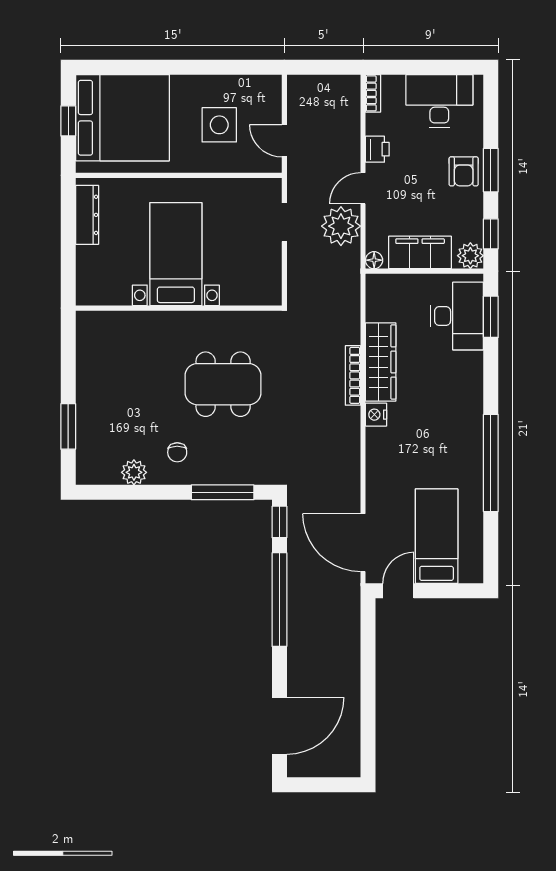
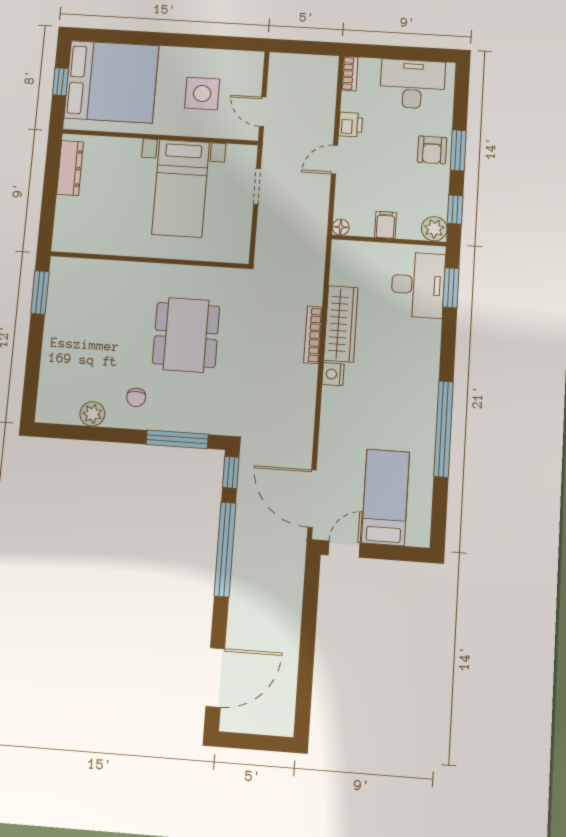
plant: (341, 226) -> (311, 193), removed
filing cabinet: (420, 252) -> (385, 225), width x0.33, depth x0.86
bed with nightstands: (176, 254) -> (181, 188), moved, turned 180
dining table: (223, 384) -> (186, 335), turned 90
window: (68, 426) -> (40, 293), moved

